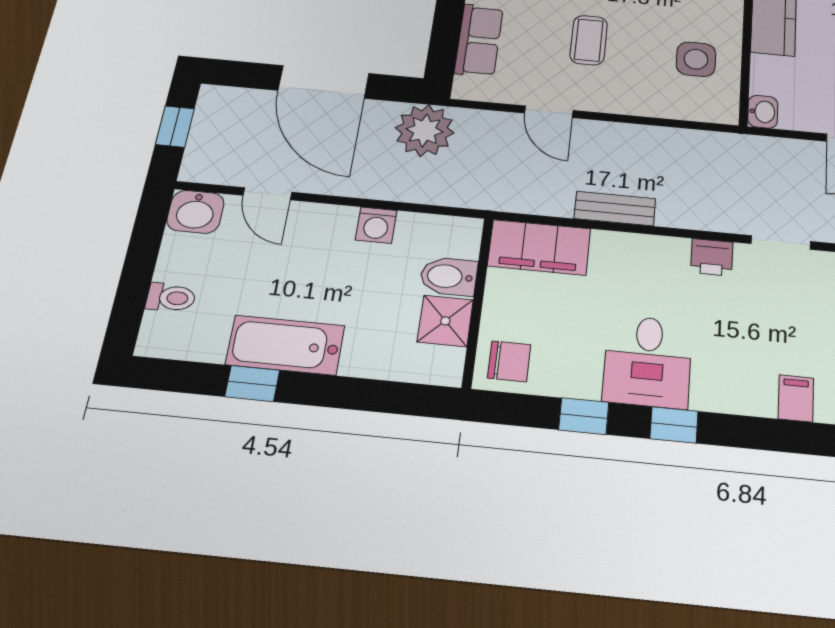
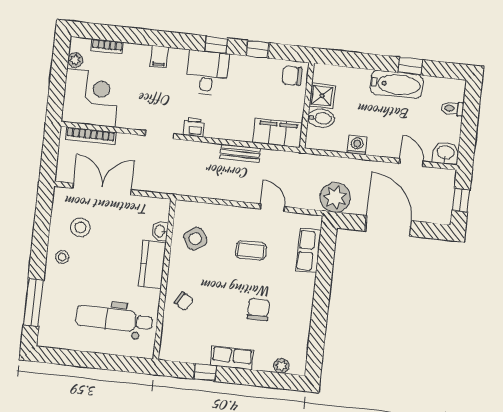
coffee table: (589, 40) -> (251, 250), turned 90
side table: (696, 59) -> (195, 239), turned -34
washbasin: (763, 112) -> (160, 231), moved
desk: (648, 361) -> (207, 73), moved

